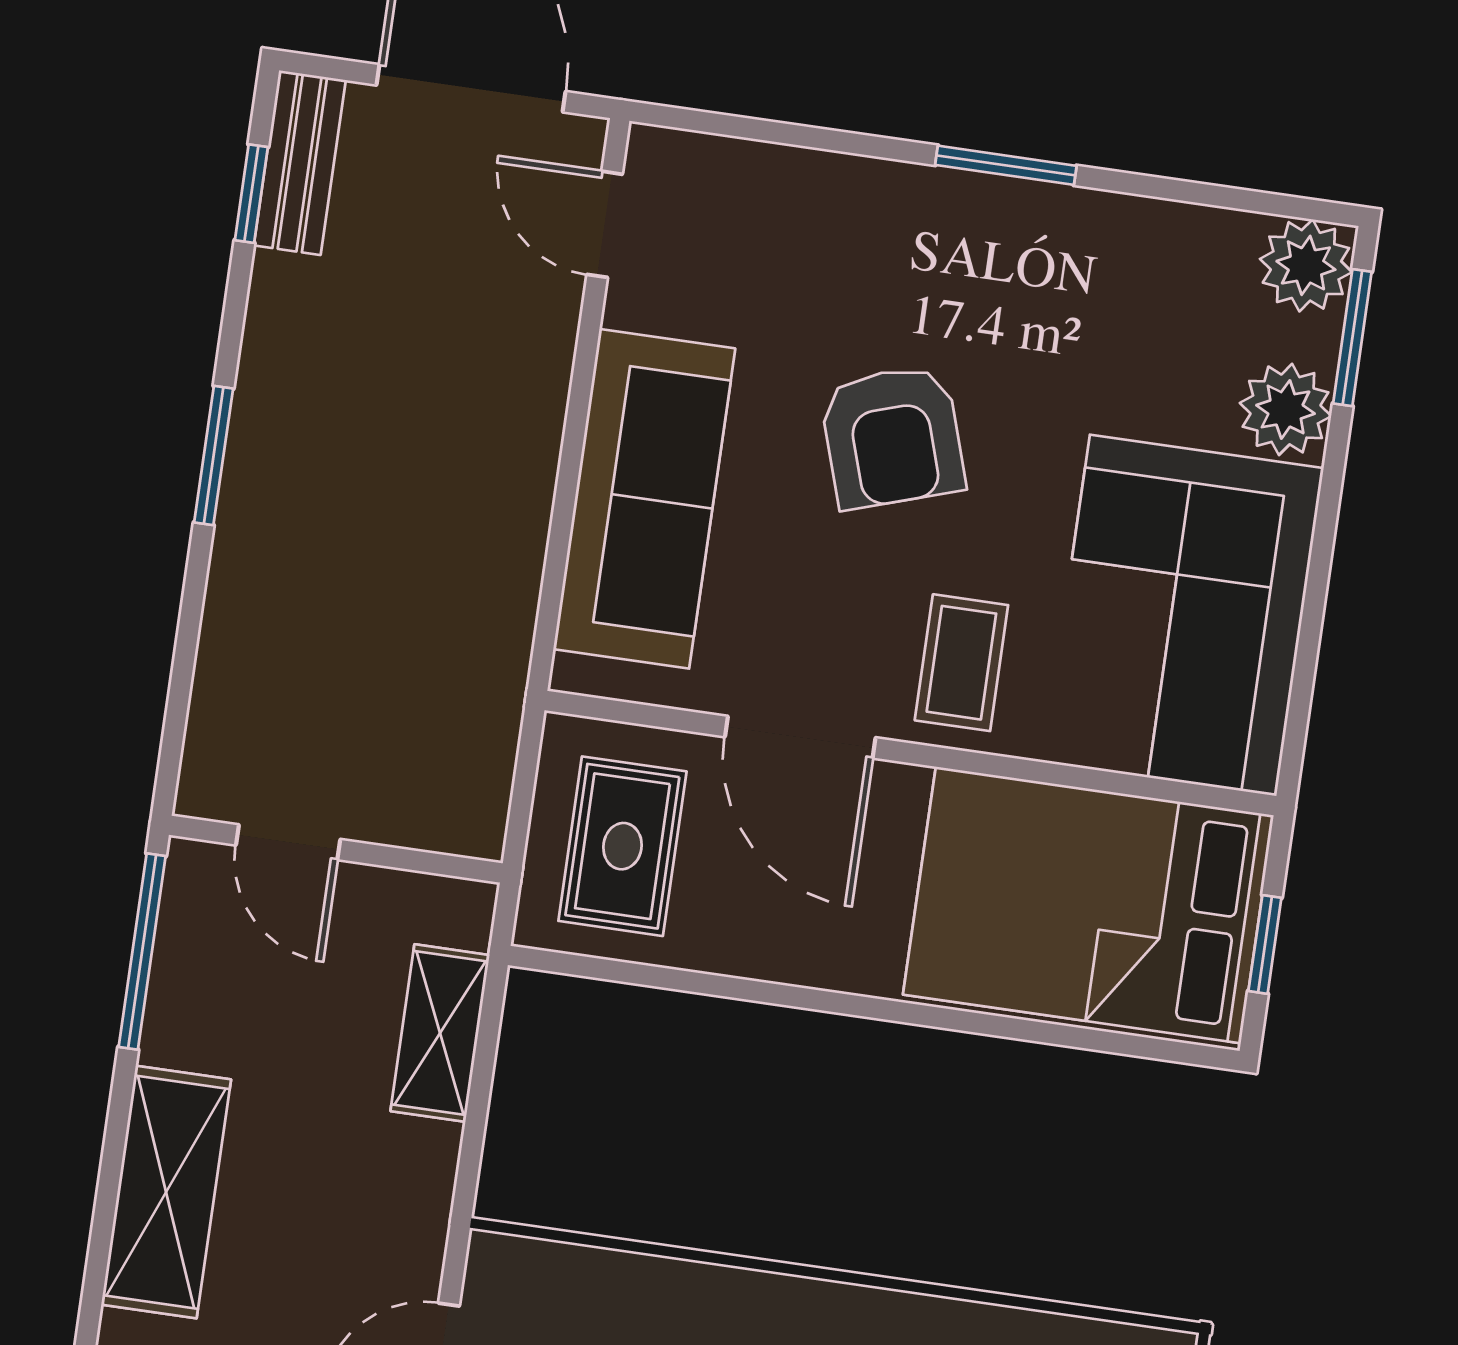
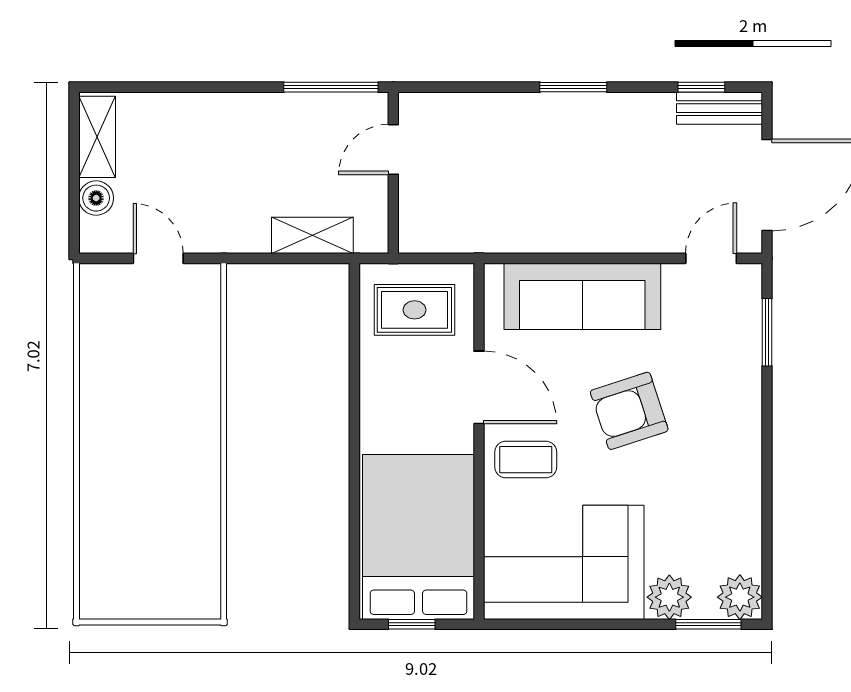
window: (1006, 165) -> (767, 332), moved
door: (800, 737) -> (479, 387), swing flipped
shelving: (166, 1192) -> (217, 115), removed

